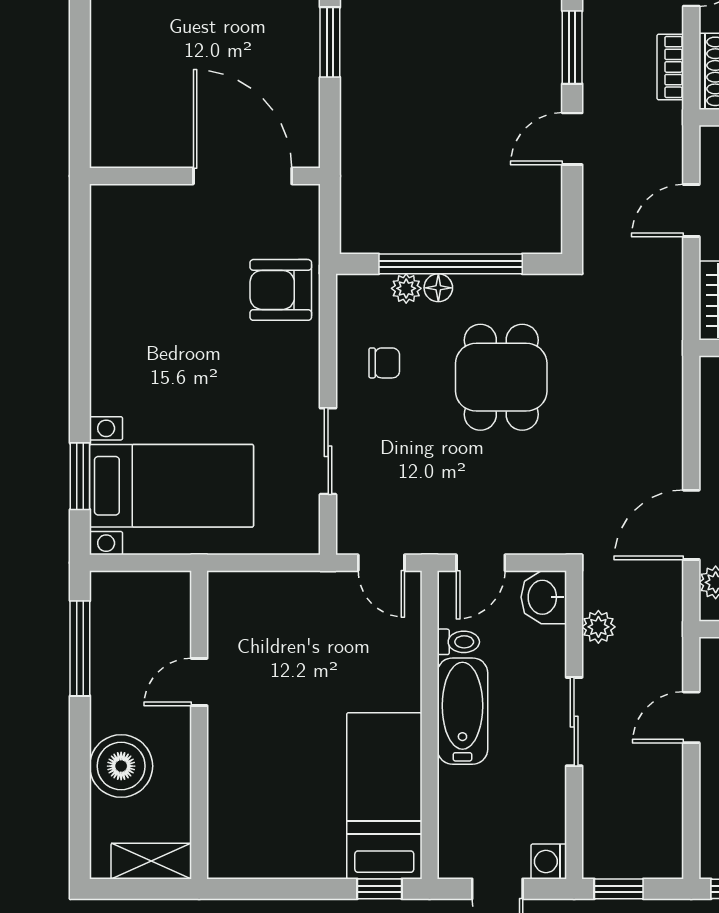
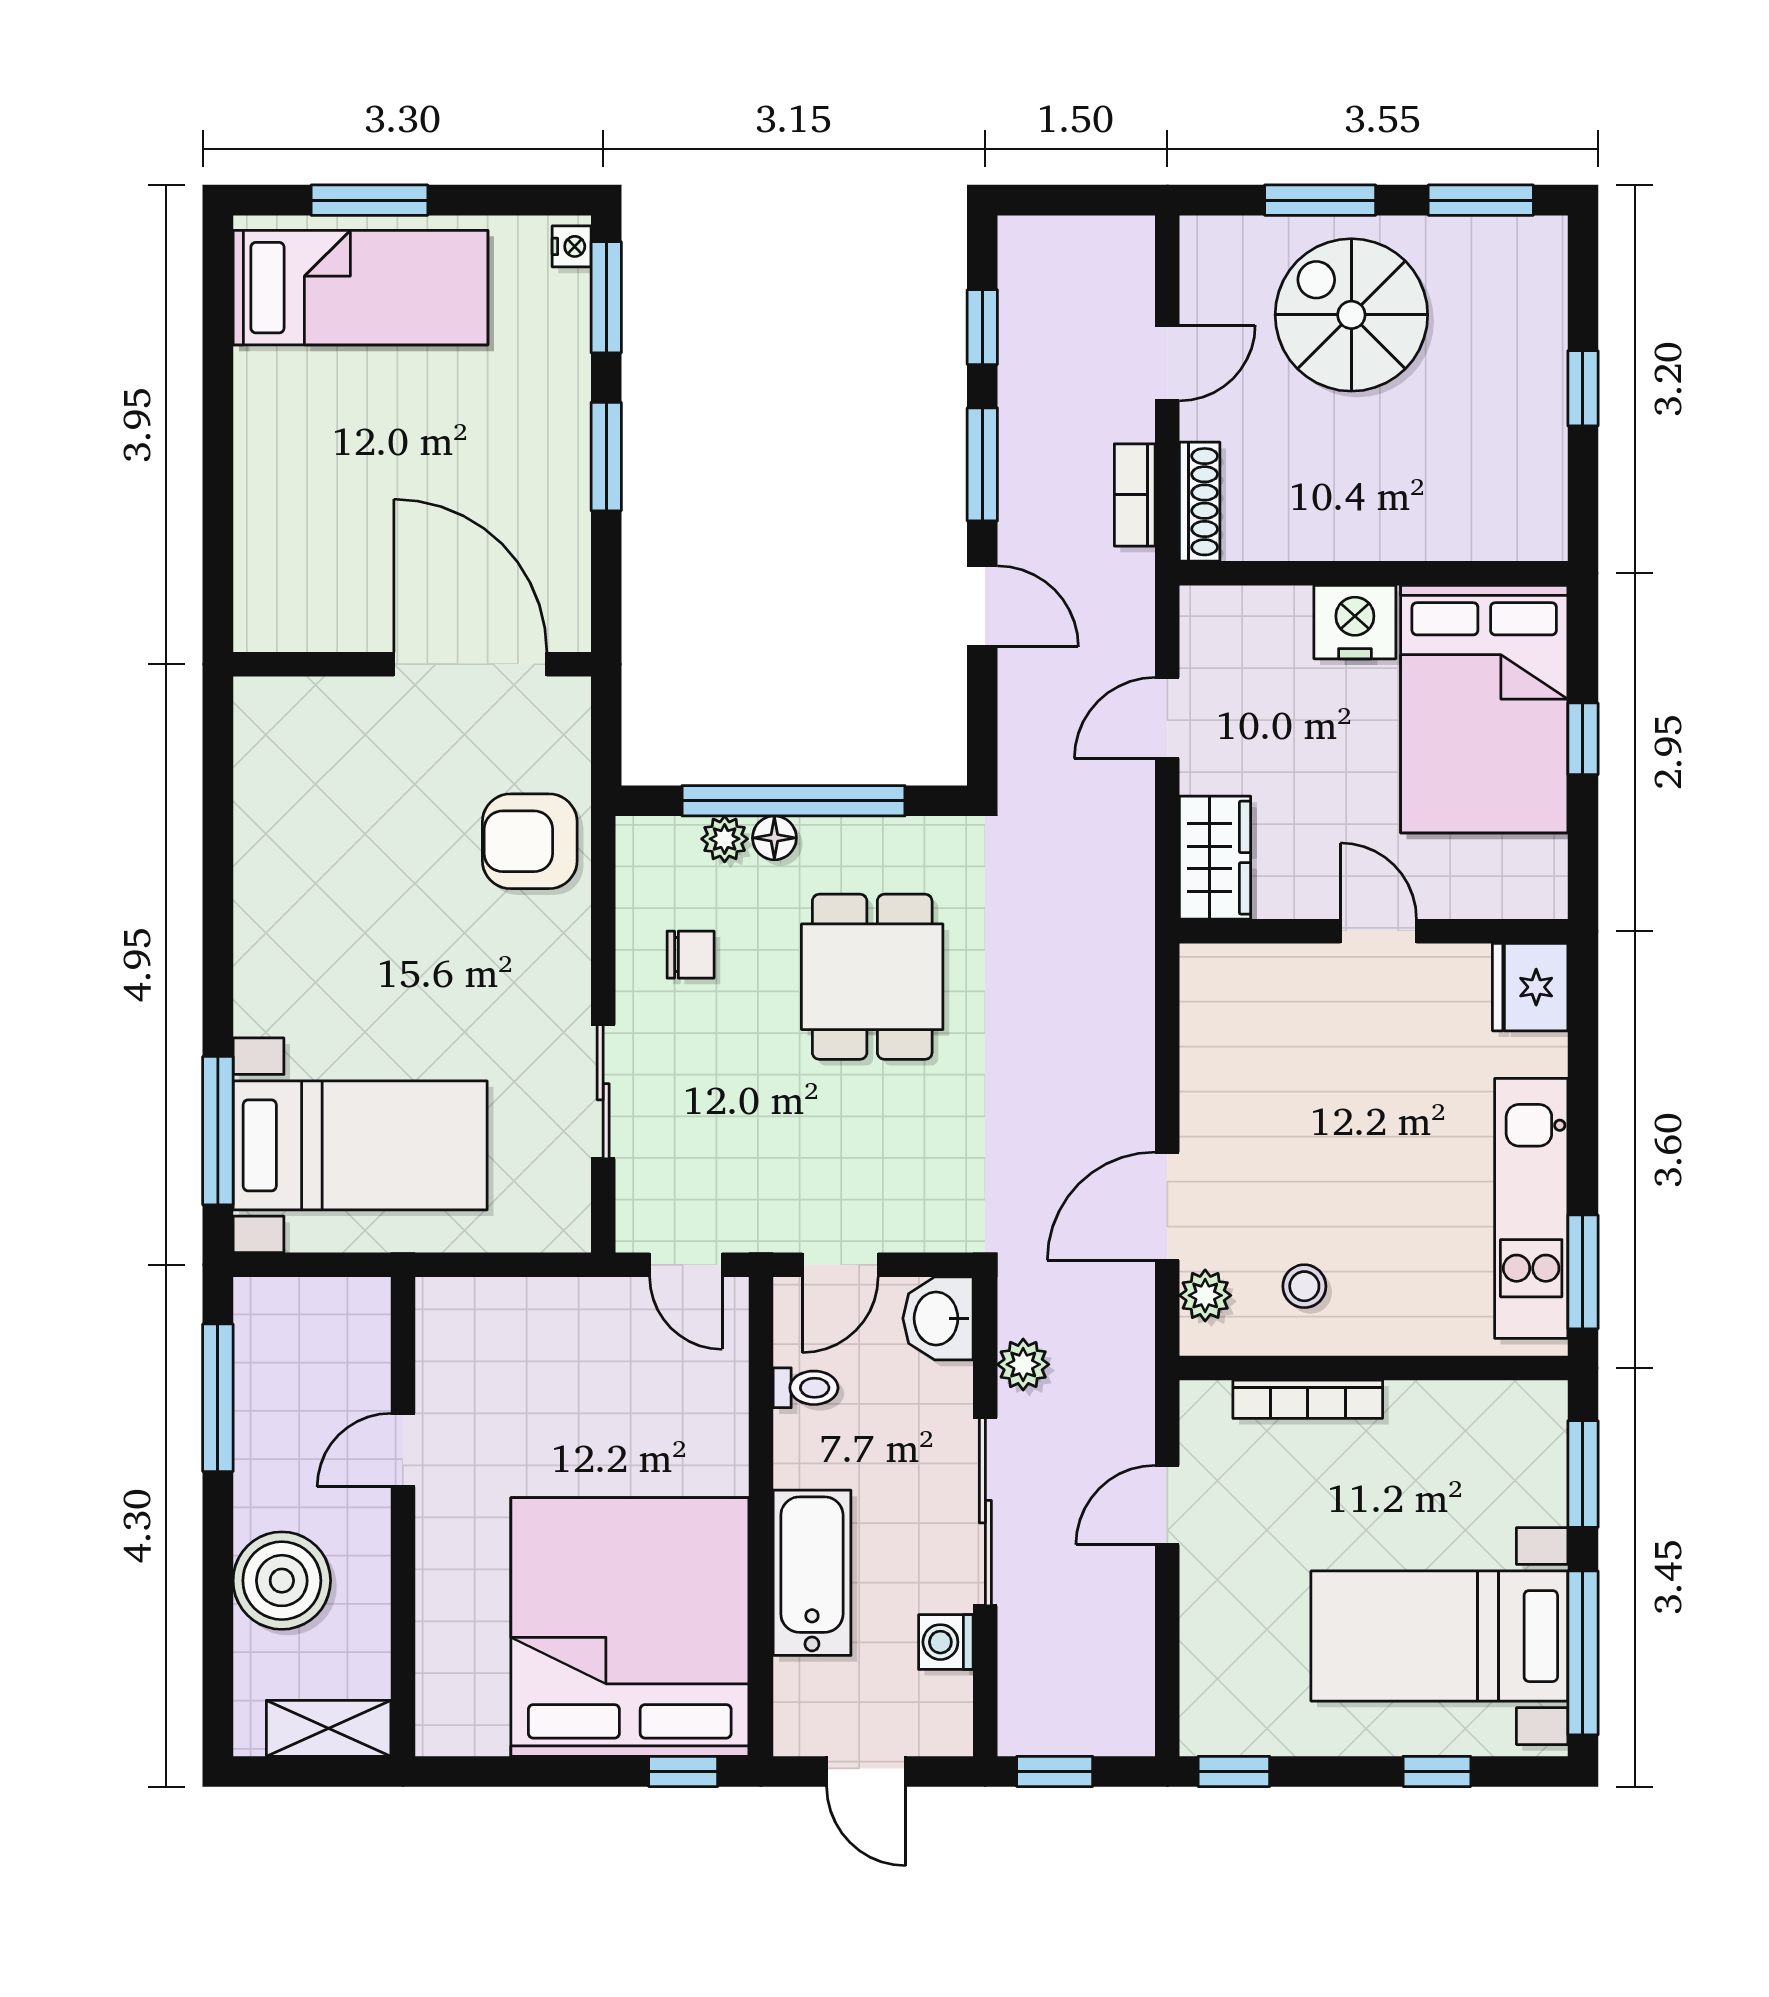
door: (572, 139) -> (982, 606), swing flipped
window: (80, 476) -> (218, 1131), width x1.44
bathtub: (462, 711) -> (812, 1573), moved
sliding door: (574, 722) -> (985, 1512), width x1.37
bed: (384, 796) -> (630, 1627), width x2.04
washing machine: (549, 862) -> (946, 1642), moved

